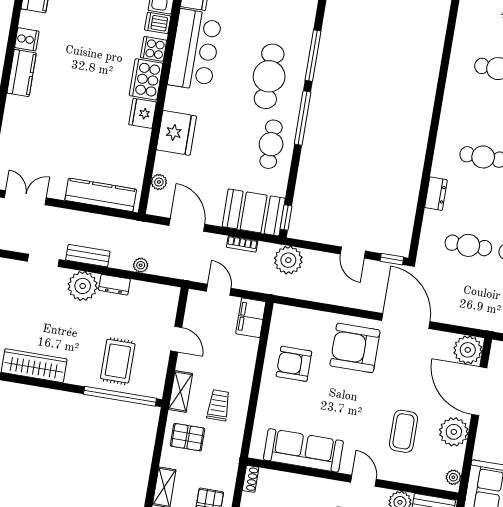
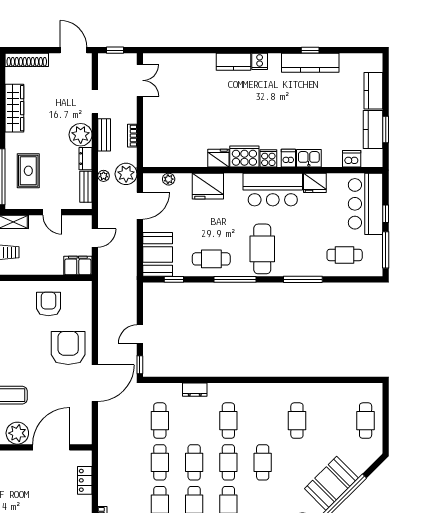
window: (313, 56) -> (303, 279), moved
cafe table: (269, 76) -> (262, 249), turned 90
kitchen counter: (101, 195) -> (152, 137), removed
window: (286, 217) -> (174, 279), moved
bookcase: (242, 244) -> (132, 136), moved
plant: (288, 260) -> (126, 174), moved
bench: (151, 290) -> (86, 187), added
door: (176, 339) -> (52, 212), hinge flipped
plant: (468, 350) -> (81, 433), removed
rug: (118, 361) -> (28, 171), turned 90

